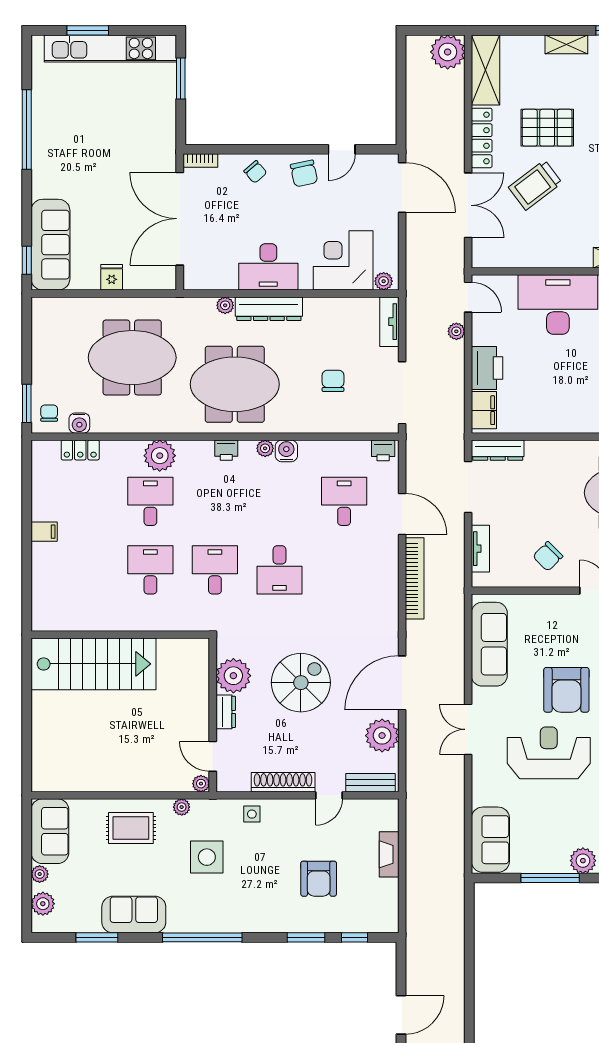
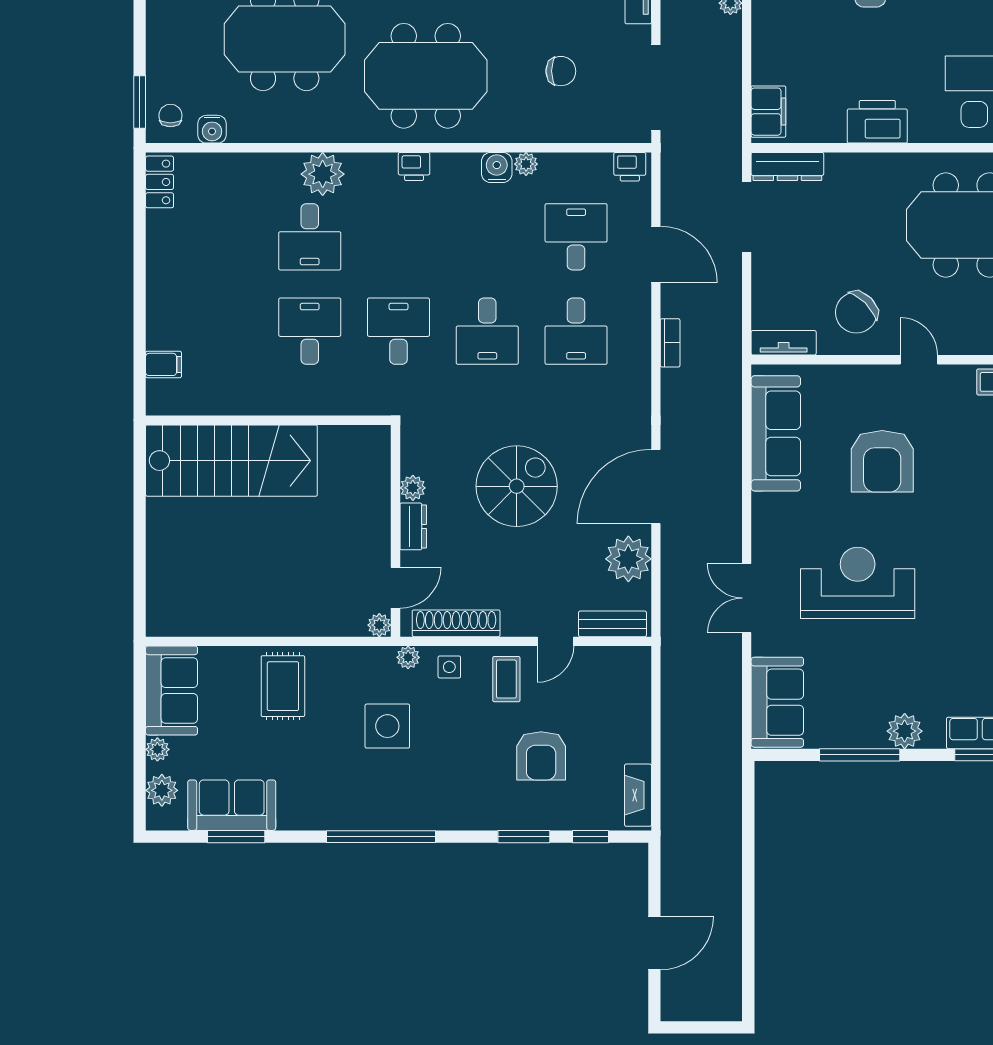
printer: (487, 368) -> (877, 122), moved, turned -90
chair: (333, 381) -> (561, 71), turned 90
plant: (265, 448) -> (526, 164), moved
locker: (80, 450) -> (160, 182), moved, turned -90
desk: (150, 501) -> (310, 237), turned 180
filing cabinet: (44, 532) -> (164, 364), moved
tv unit: (480, 549) -> (784, 343), moved, turned -90
chair: (548, 556) -> (856, 312), width x1.37, depth x1.37
desk: (344, 570) -> (576, 331), added
bookcase: (415, 578) -> (670, 343), width x0.43, depth x0.76
plant: (233, 676) -> (413, 488), width x0.53, depth x0.53
armchair: (566, 690) -> (882, 461), moved
double door: (468, 729) -> (747, 598), moved
door: (213, 756) -> (395, 588), swing flipped
shoe rack: (283, 782) -> (456, 623), moved
plant: (182, 807) -> (408, 657), moved
coffee table: (293, 823) -> (506, 679), added
rug: (131, 828) -> (283, 686), turned 90
fireplace: (389, 854) -> (638, 795), moved
sofa: (134, 915) -> (232, 805), moved

